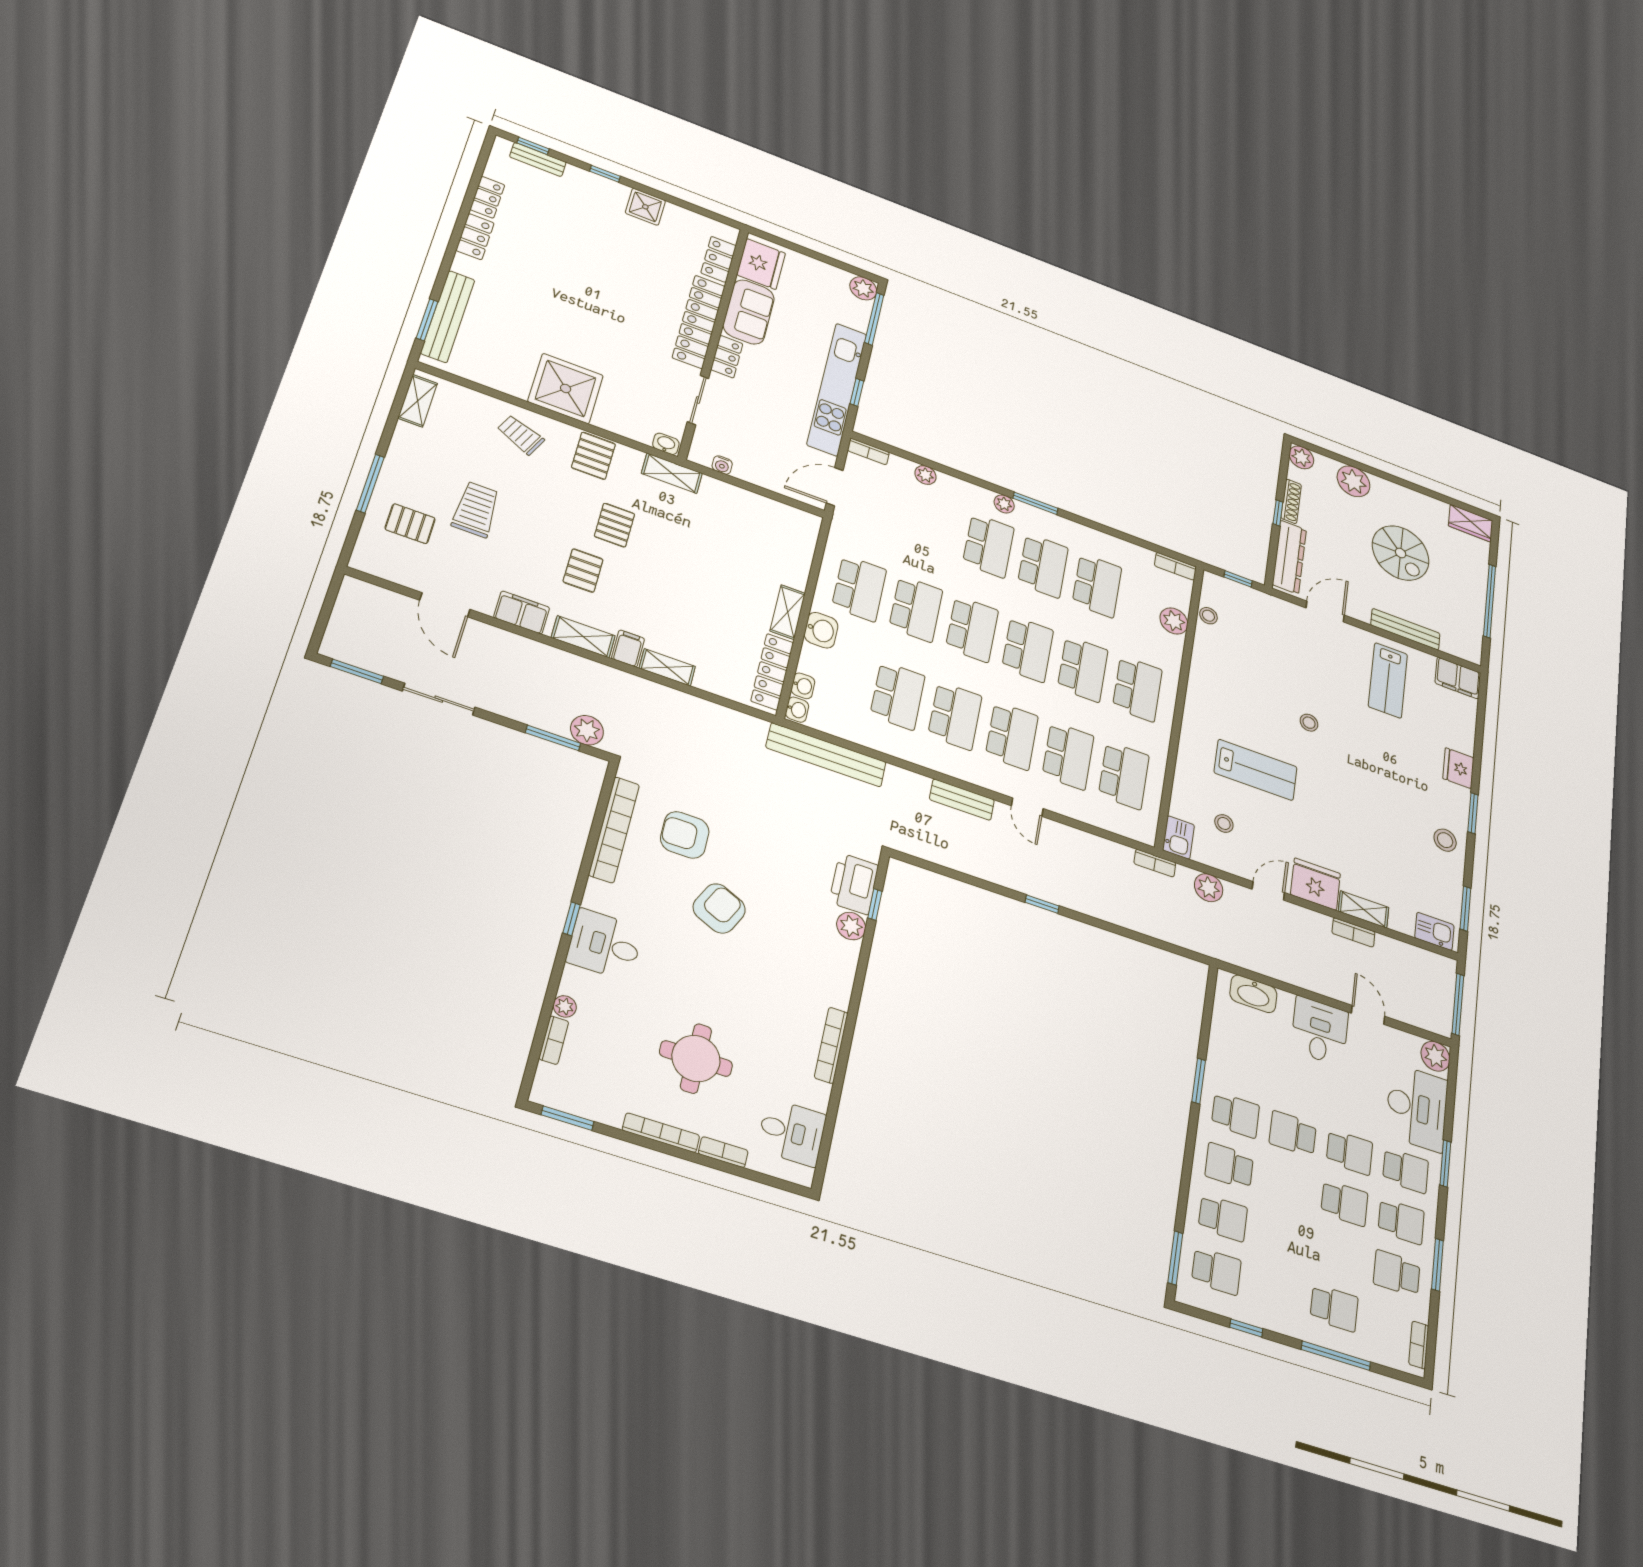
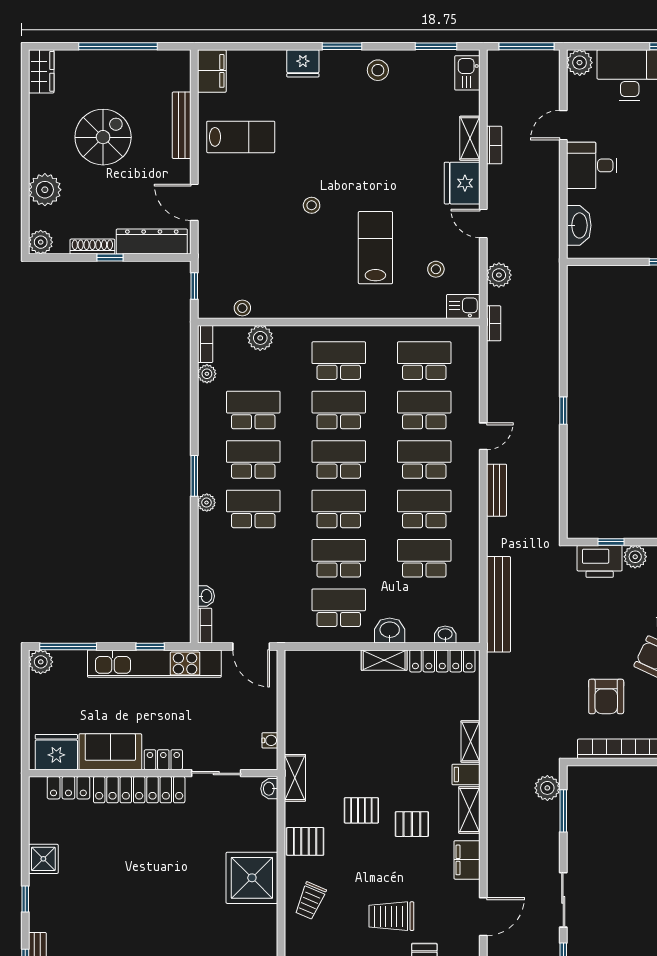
plant: (925, 475) -> (207, 374), moved
washbasin: (797, 710) -> (206, 596), moved, turned 90

